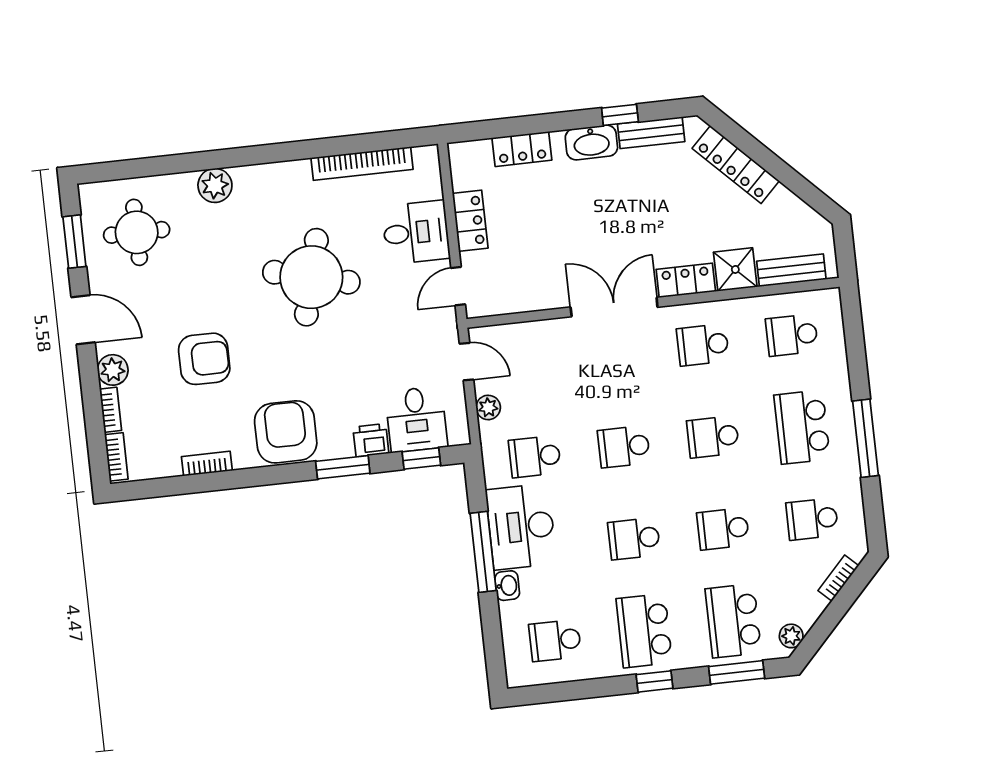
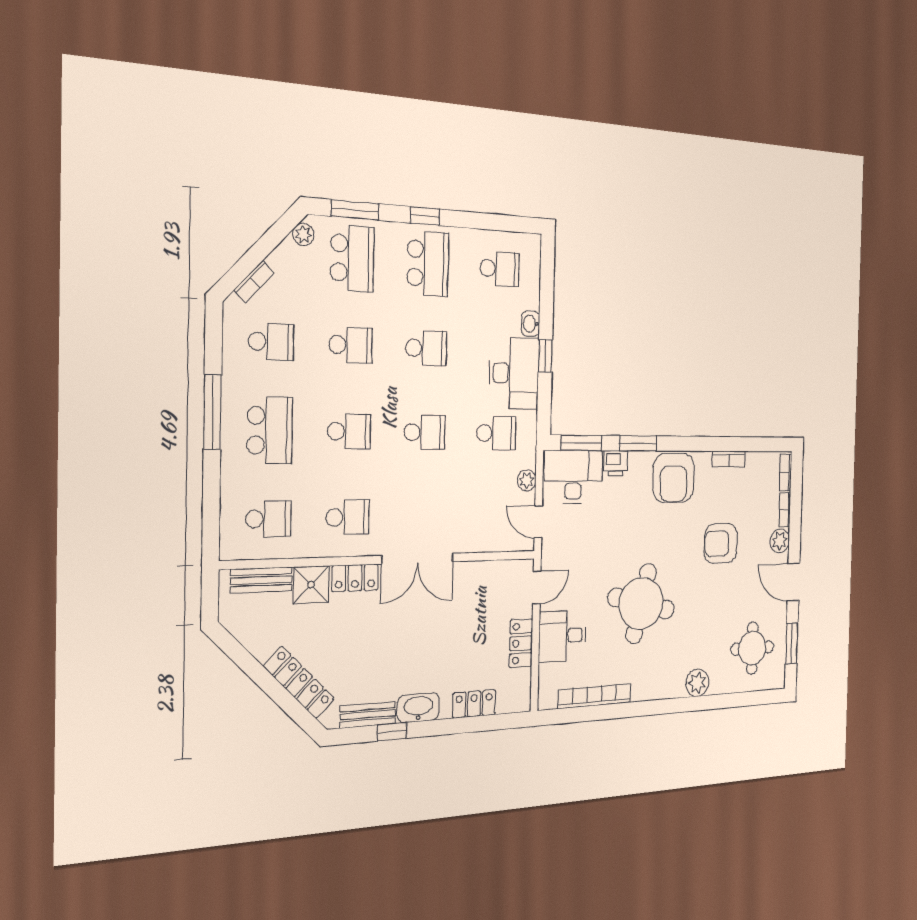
desk: (416, 419) -> (573, 477), width x1.37
window: (421, 459) -> (581, 443), width x1.50
window: (483, 552) -> (545, 356), width x0.46

